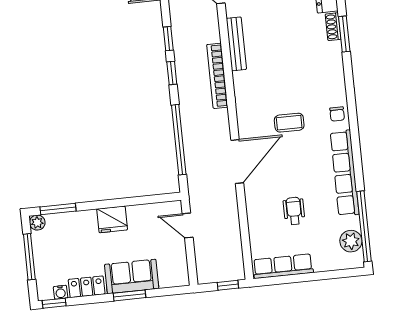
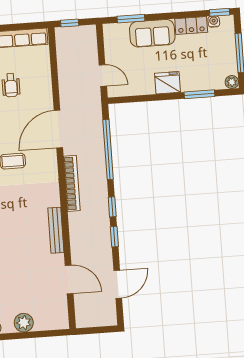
bookcase: (217, 76) -> (72, 183), moved
window: (58, 209) -> (199, 94), moved
window: (129, 295) -> (131, 19), moved

